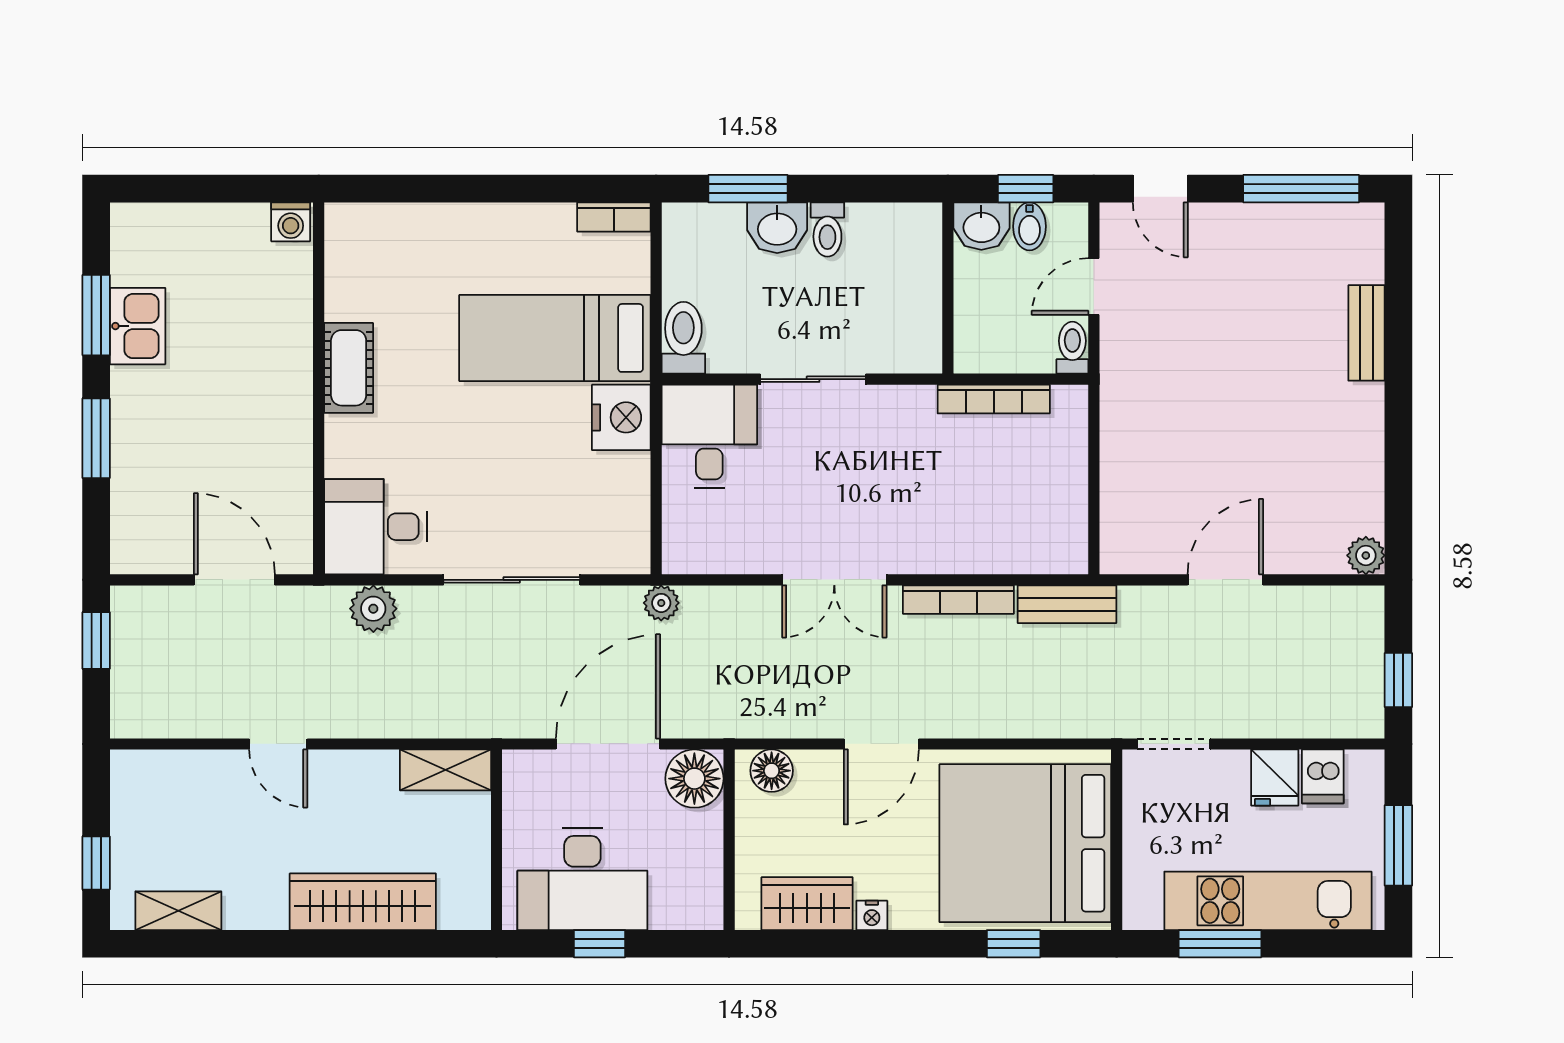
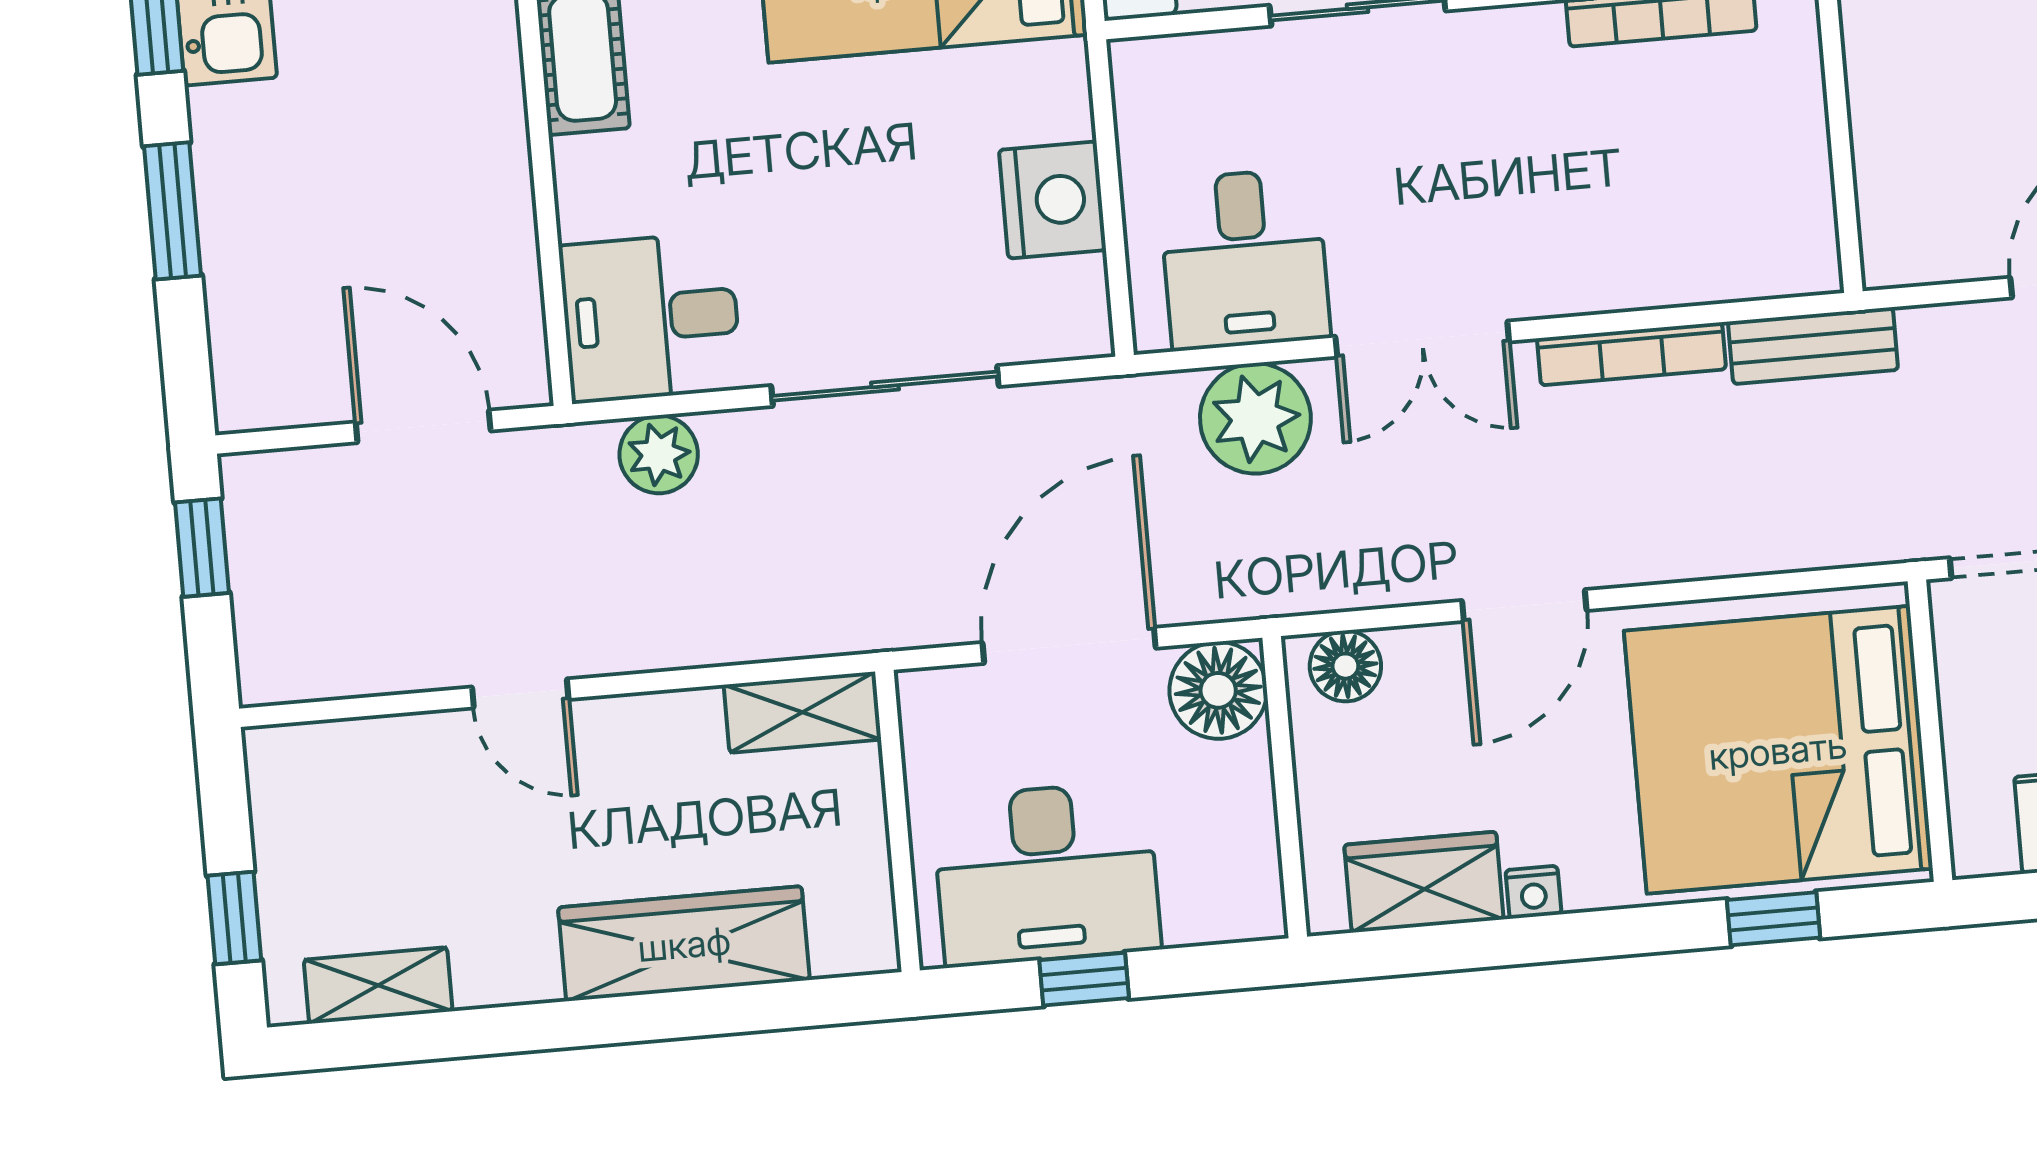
nightstand: (621, 417) -> (1053, 200), moved
desk: (709, 436) -> (1244, 259), moved, turned 180
plant: (661, 603) -> (1255, 418), moved, width x1.88, depth x1.88

